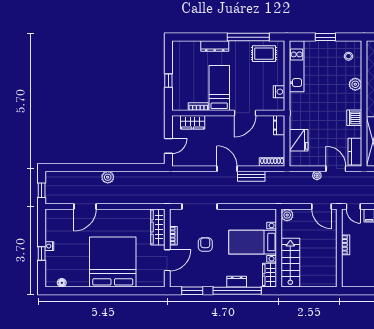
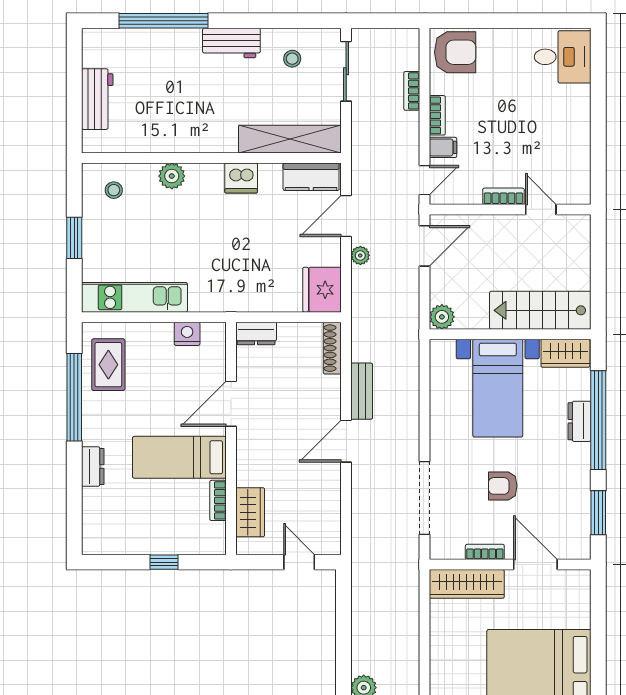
dresser: (215, 46) -> (93, 466), width x0.70
door: (245, 113) -> (231, 404), swing flipped
fridge: (299, 140) -> (322, 290), moved, turned -90
door: (339, 263) -> (541, 209), added

